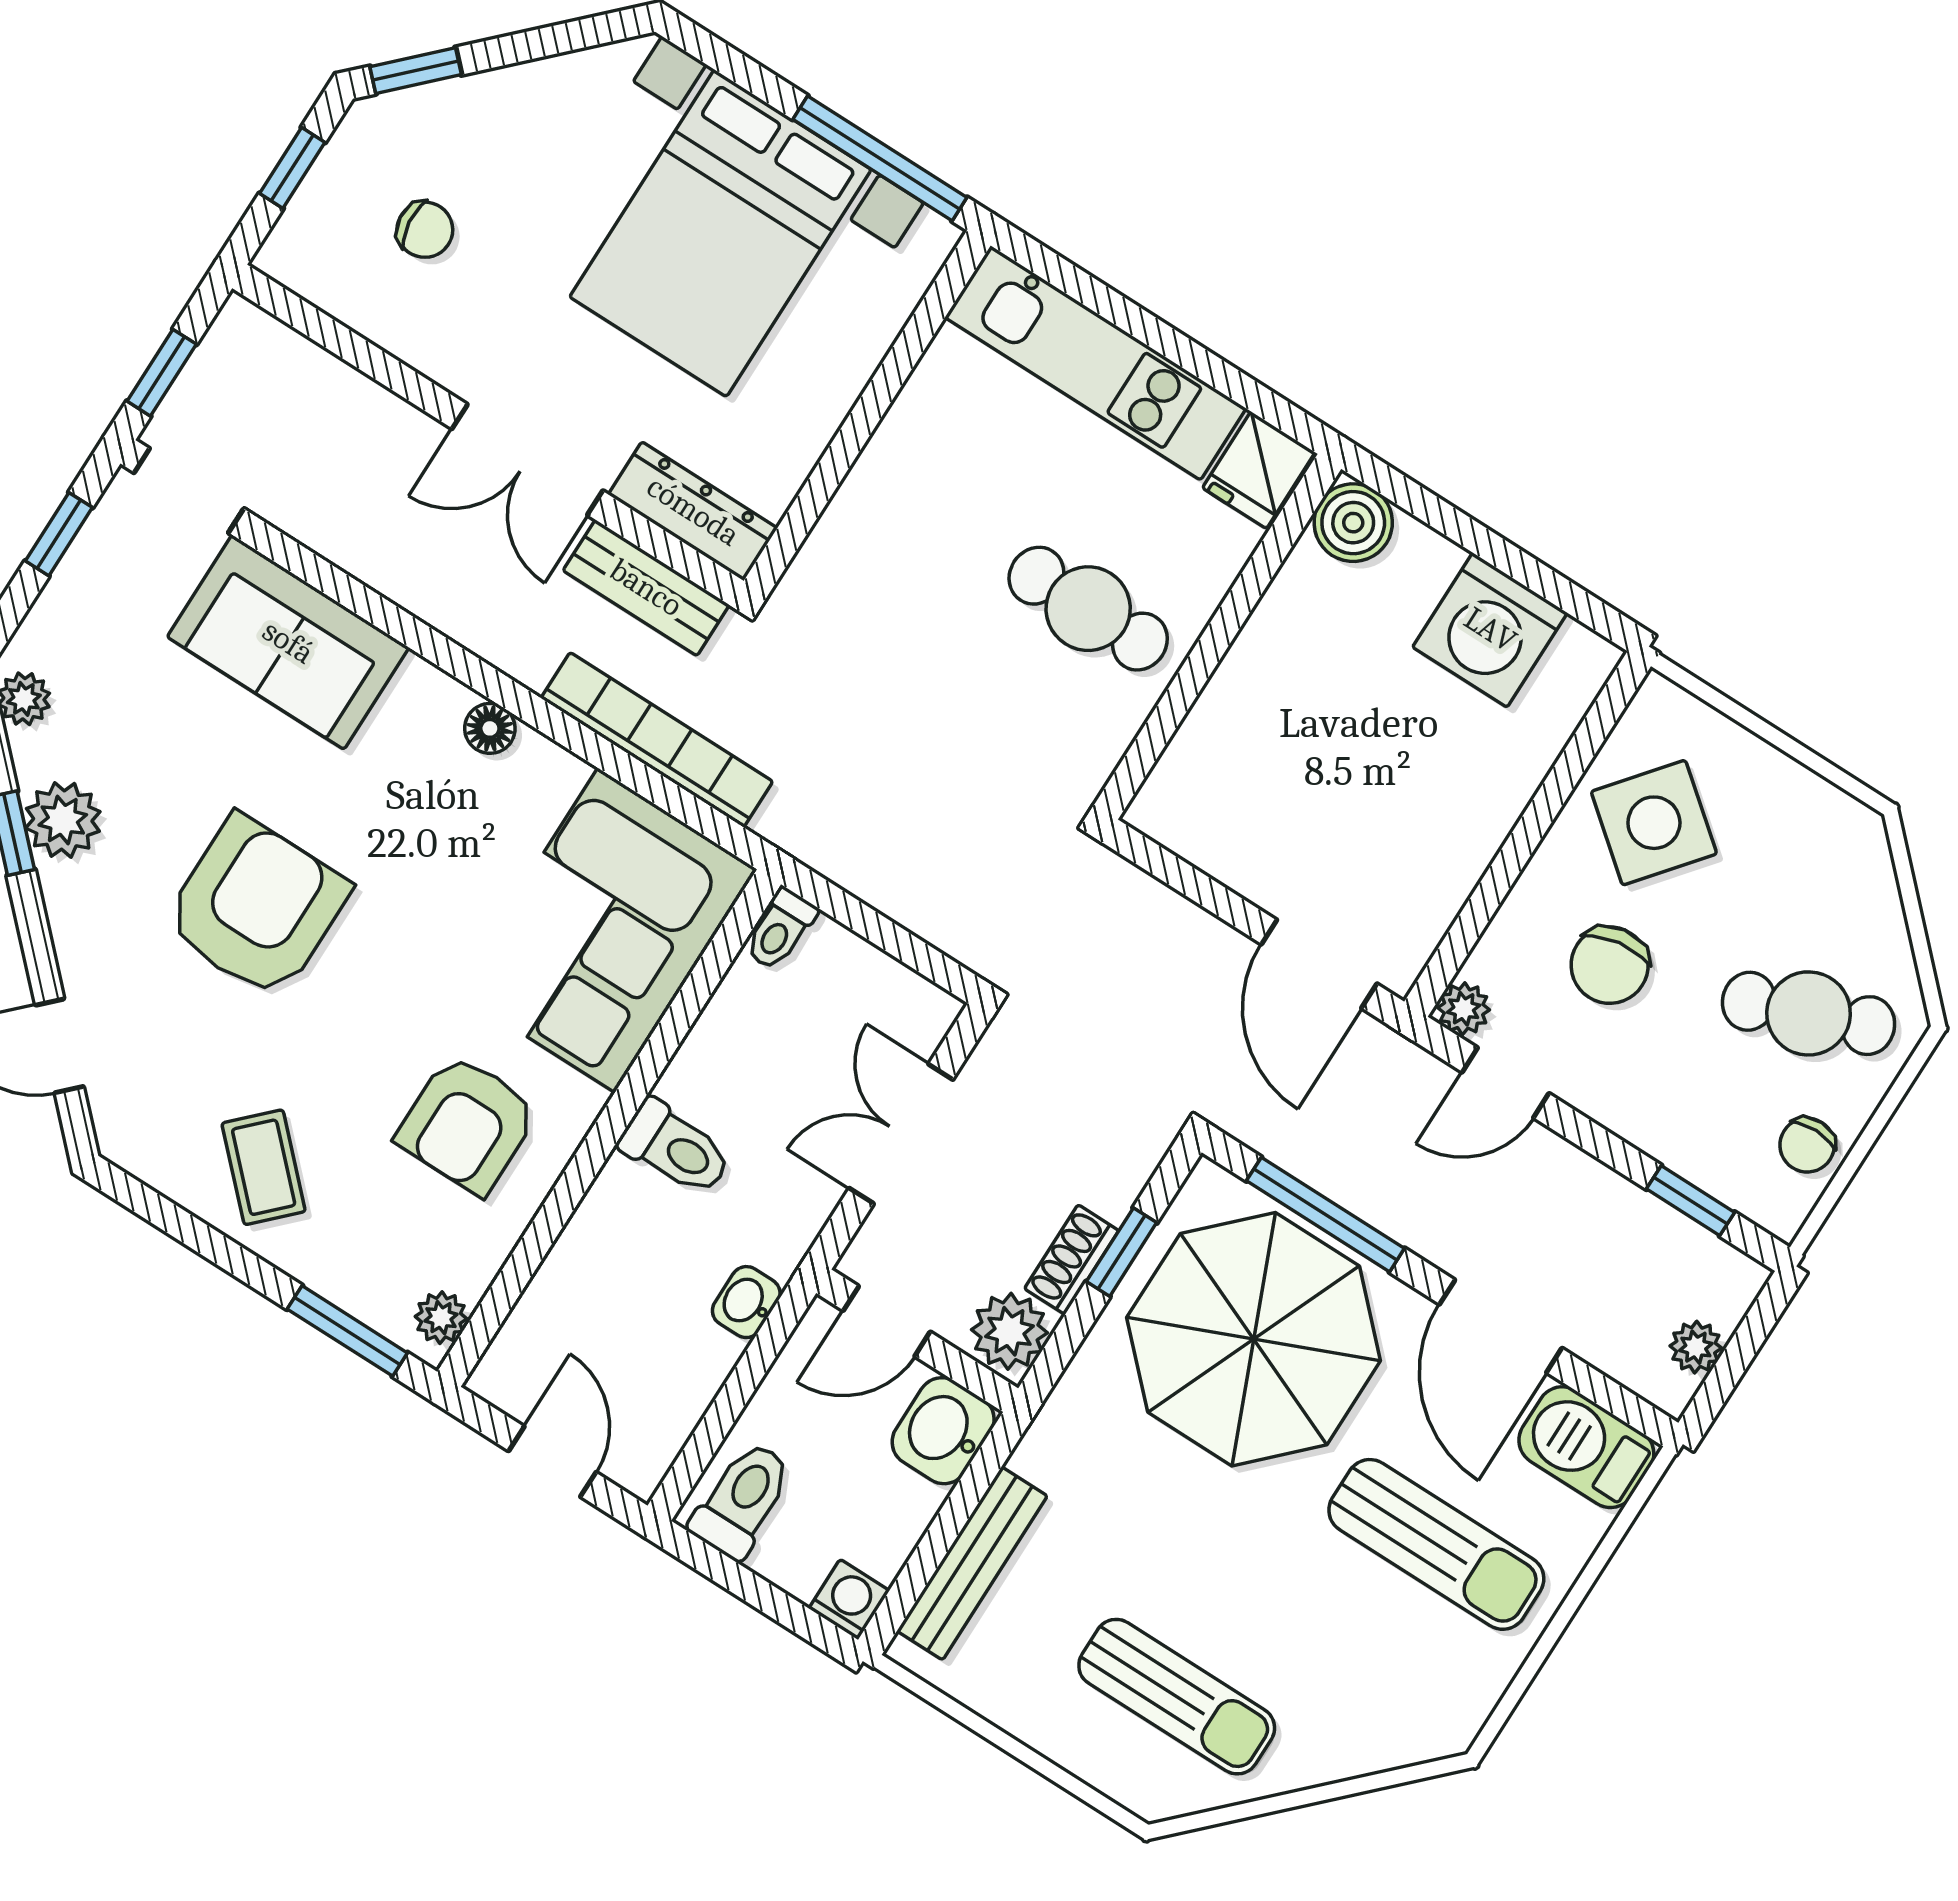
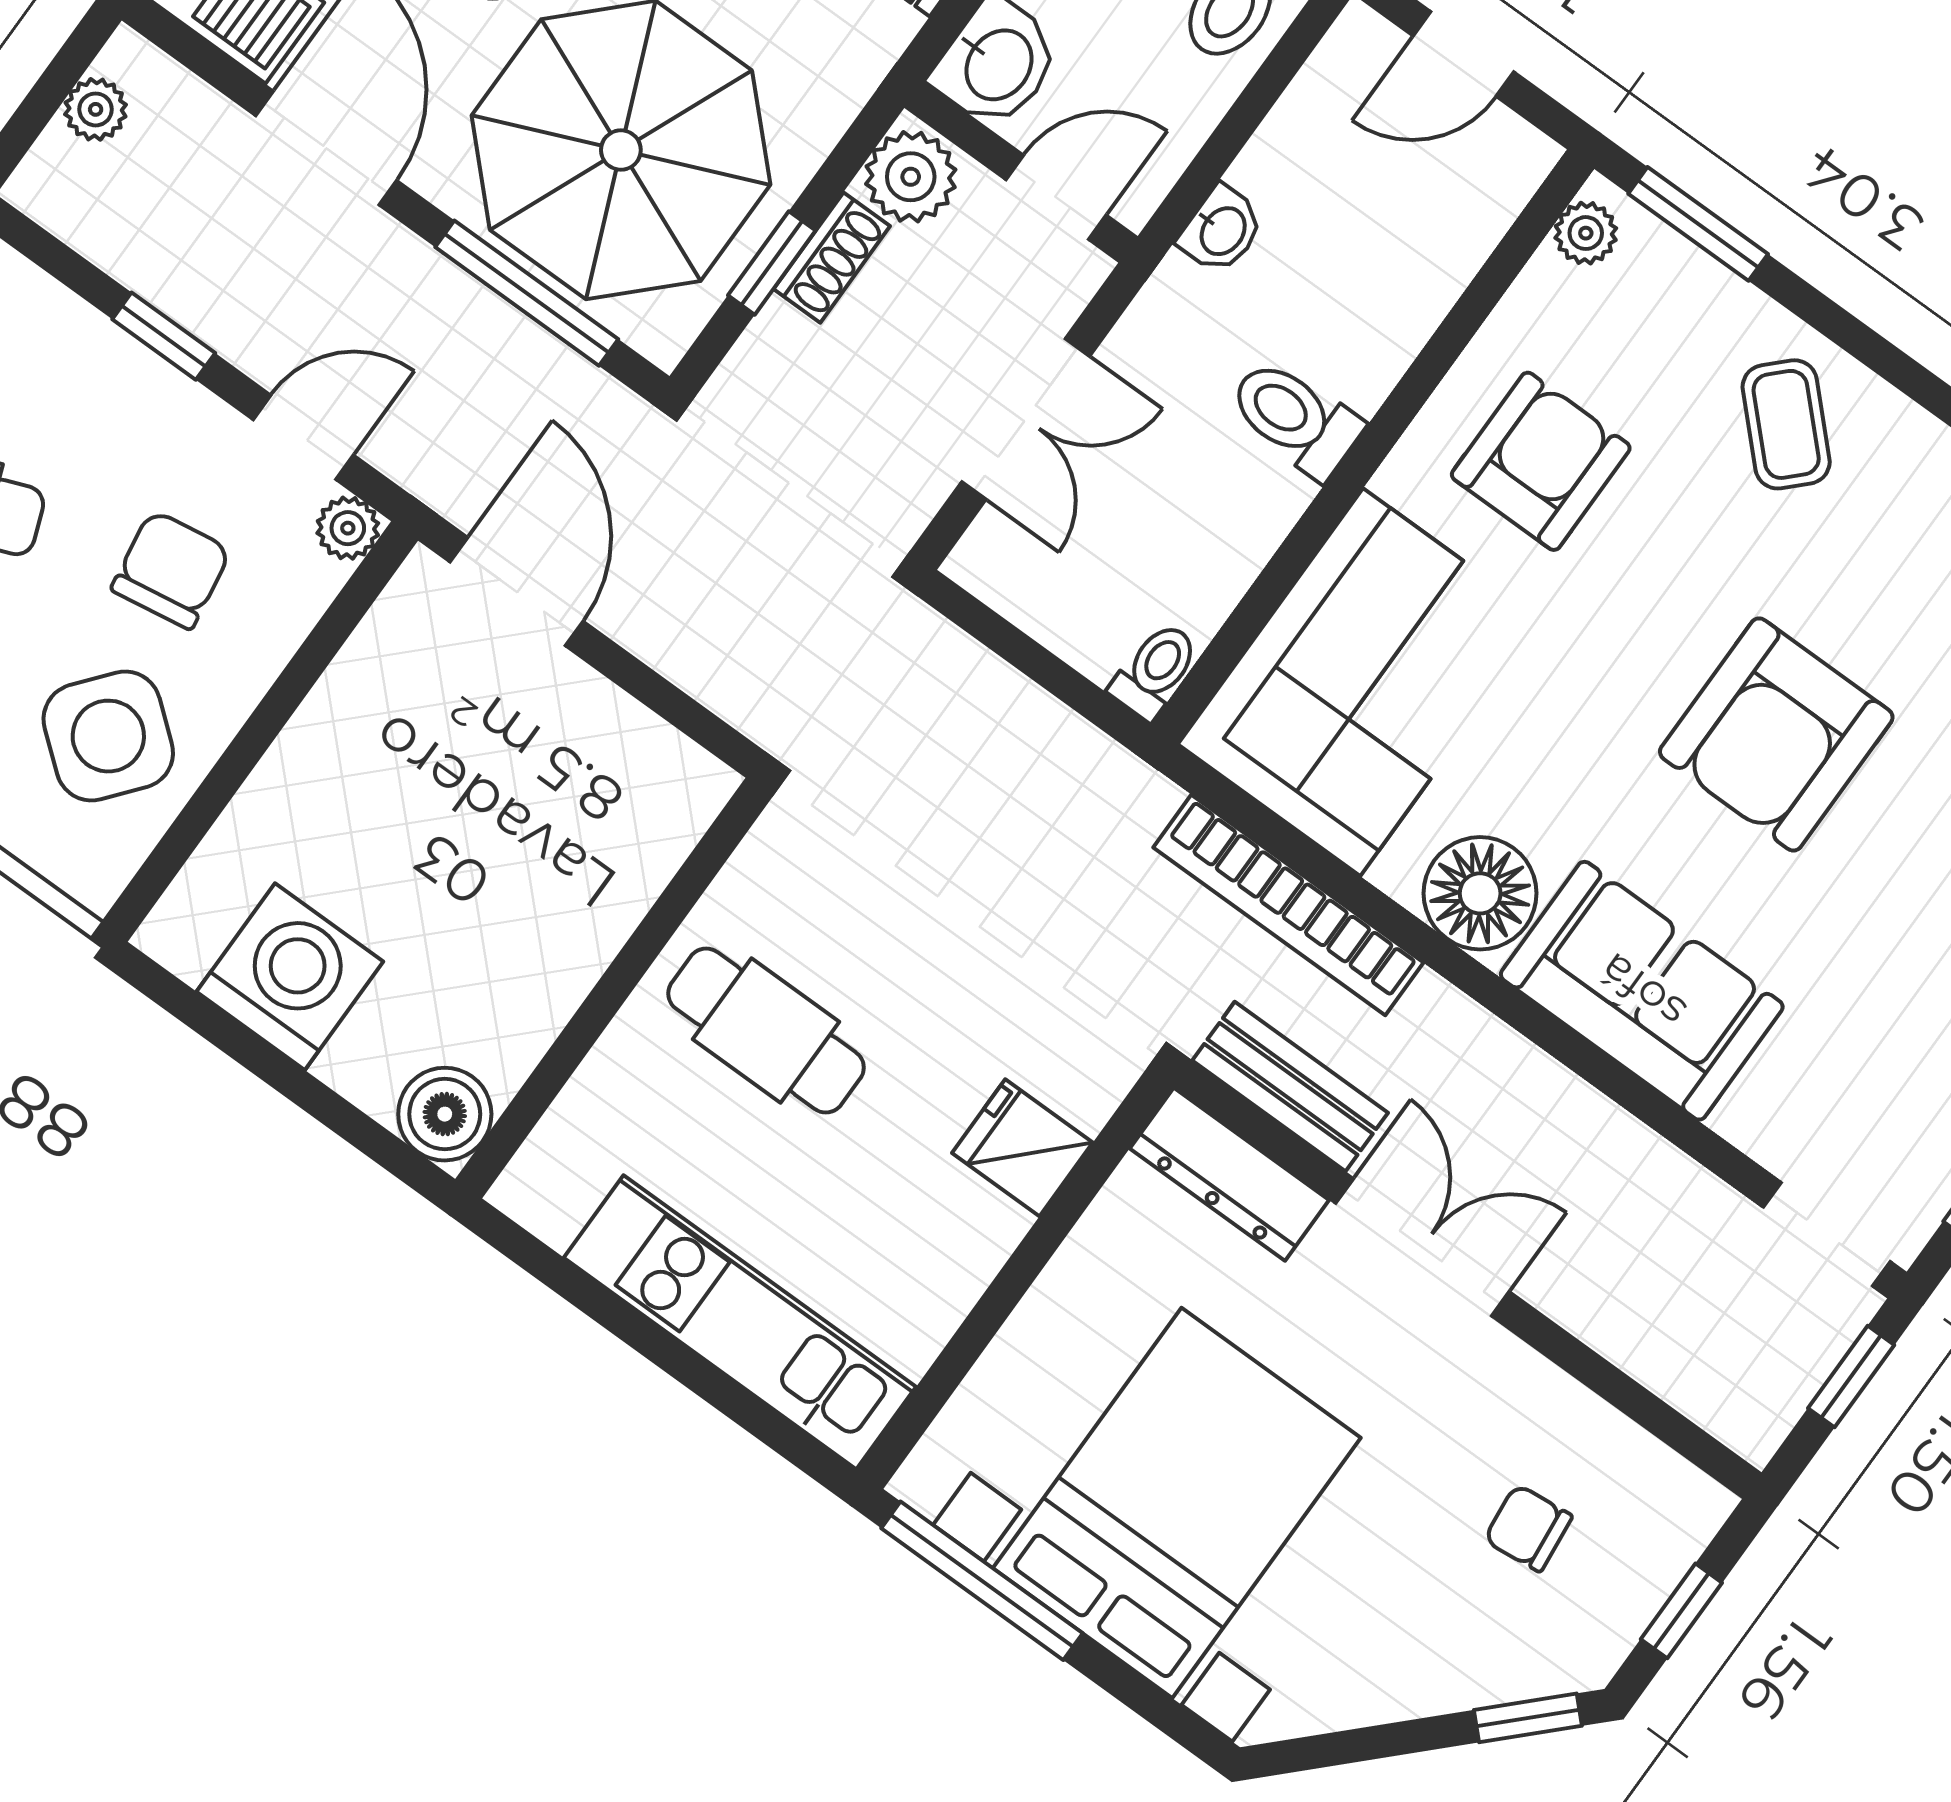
fridge: (1259, 470) -> (1022, 1148), moved, turned -90
sofa: (288, 642) -> (1642, 991), moved
floor lamp: (490, 728) -> (1480, 893), width x1.89, depth x1.89
window: (1690, 1201) -> (164, 336), moved
door: (552, 1462) -> (1463, 54), hinge flipped

